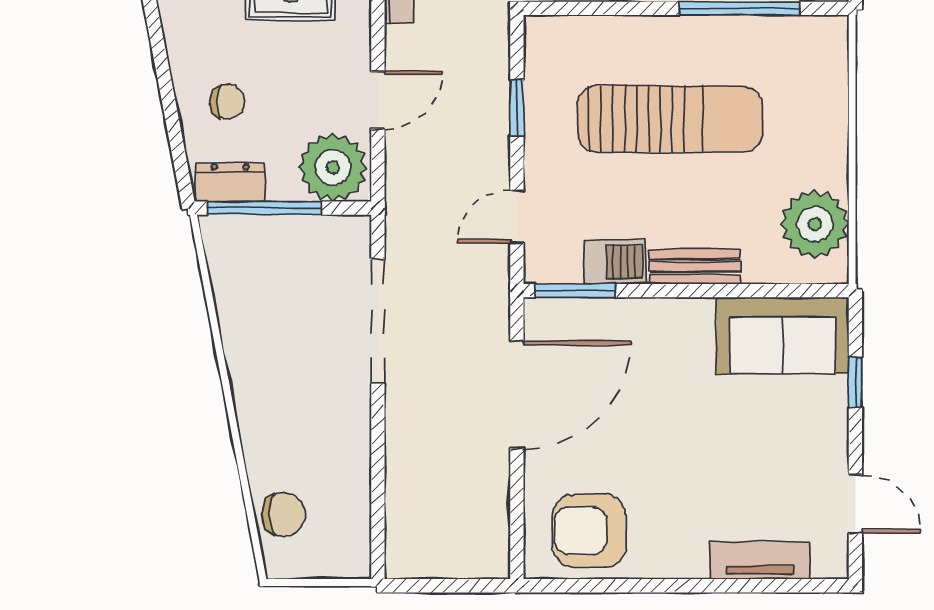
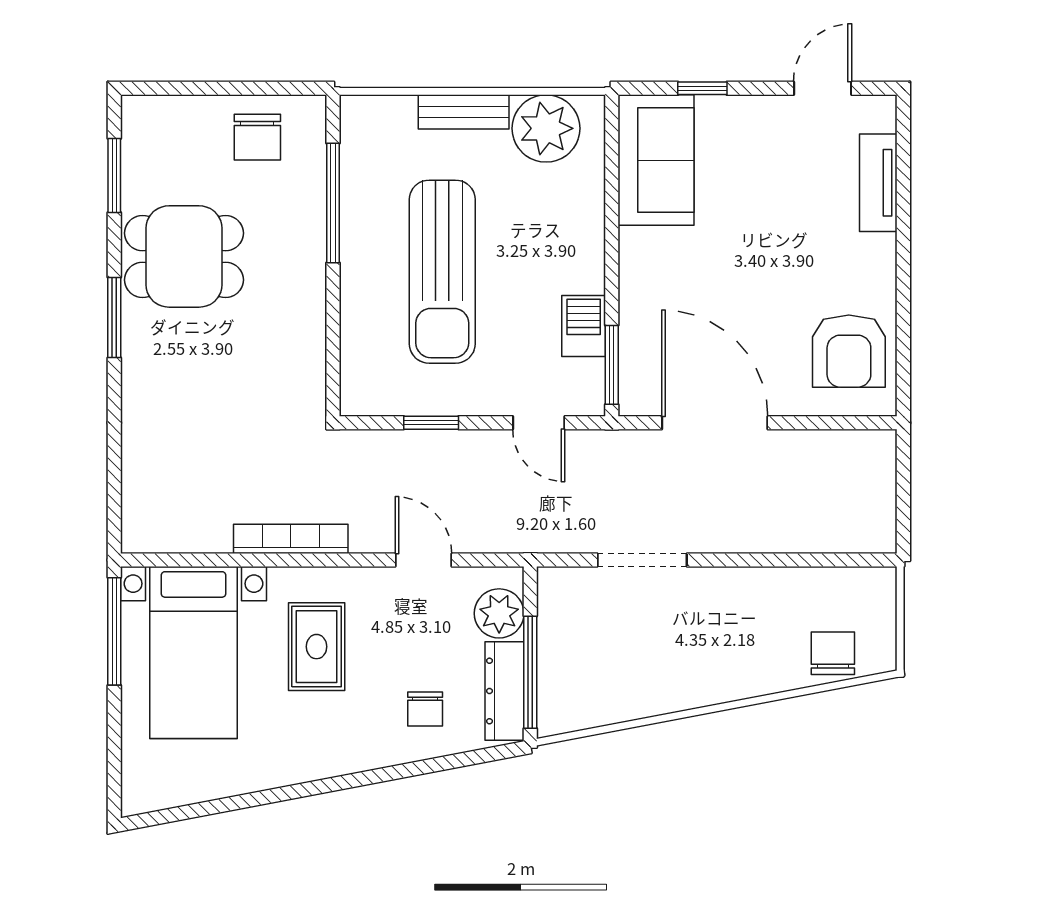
chair: (227, 102) -> (425, 709), turned 180
sun lounger: (670, 119) -> (442, 272), turned 180
plant: (333, 167) -> (499, 613), width x0.73, depth x0.73
dresser: (230, 182) -> (505, 691), width x1.44
bench: (695, 267) -> (464, 112), moved, turned 90
doorway: (378, 321) -> (642, 560), width x0.73

